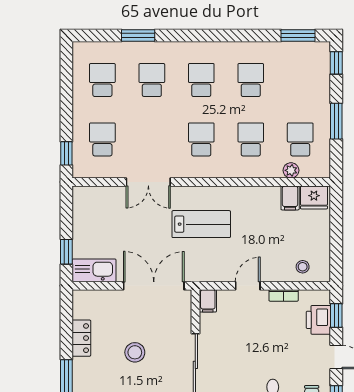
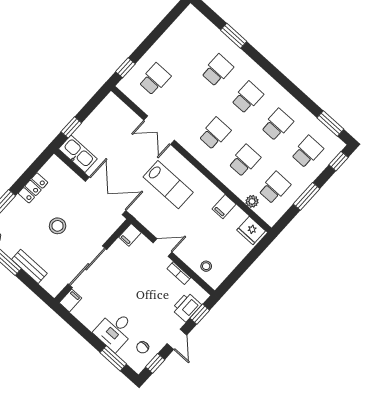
school desk: (102, 80) -> (307, 152), moved
filing cabinet: (290, 198) -> (224, 207), moved

